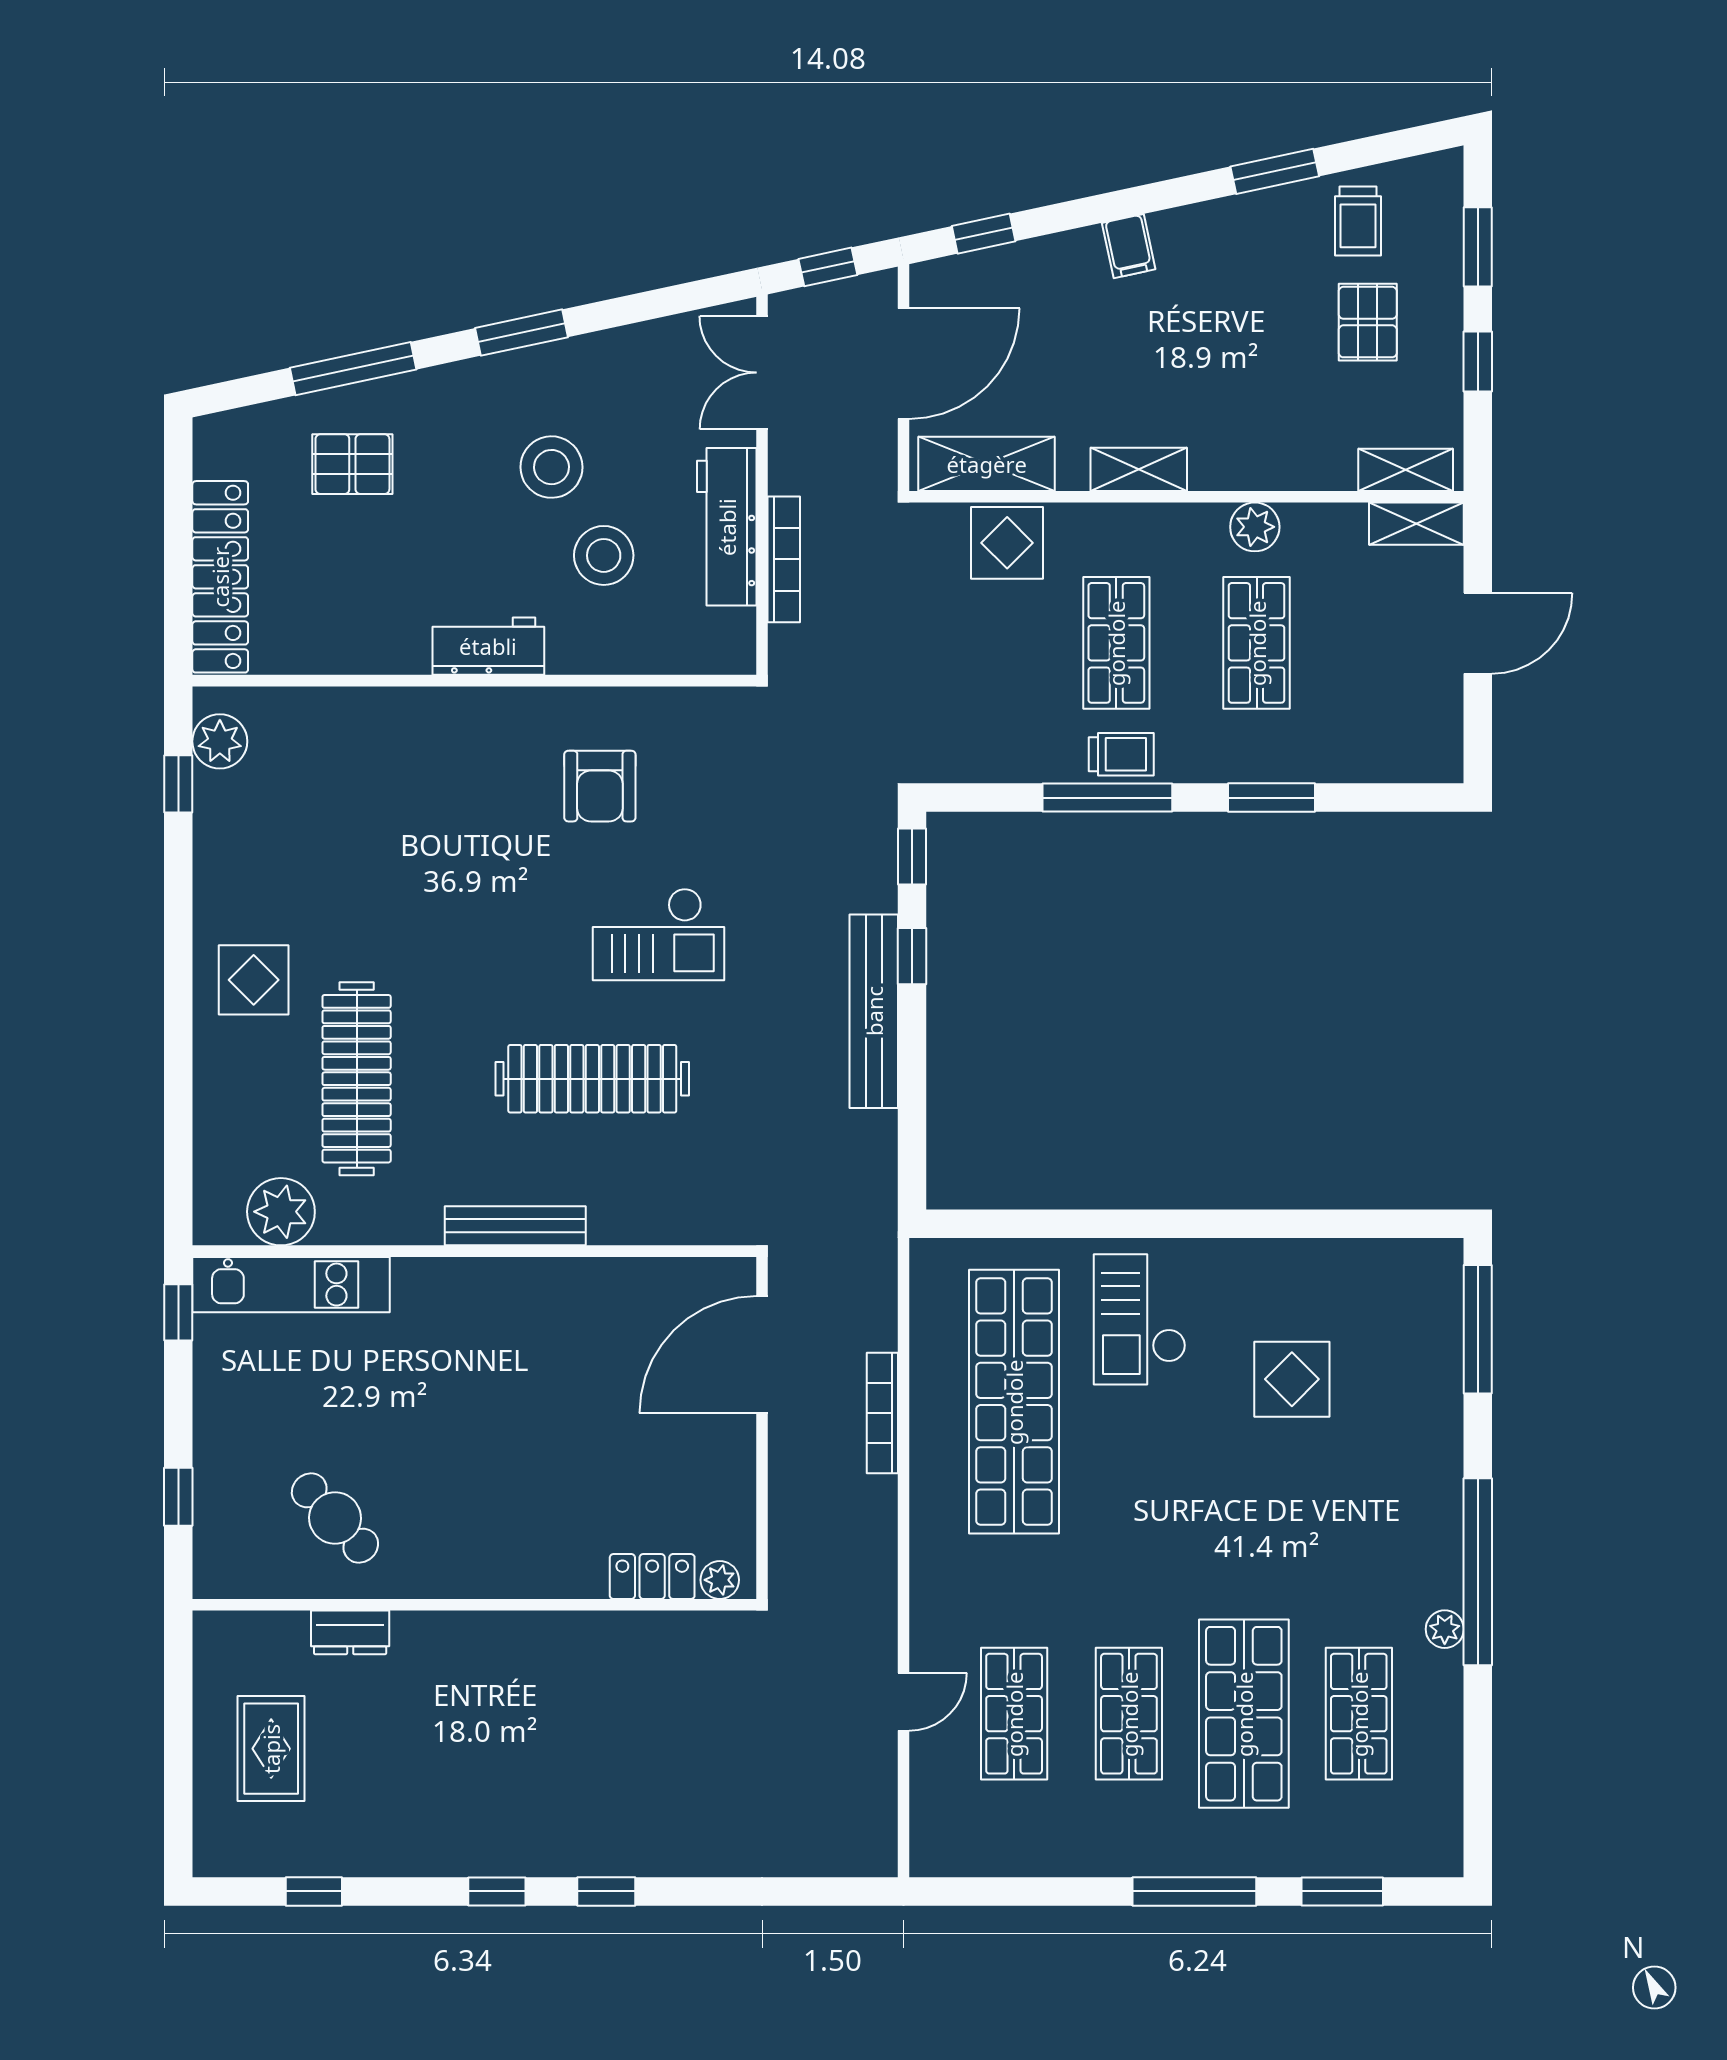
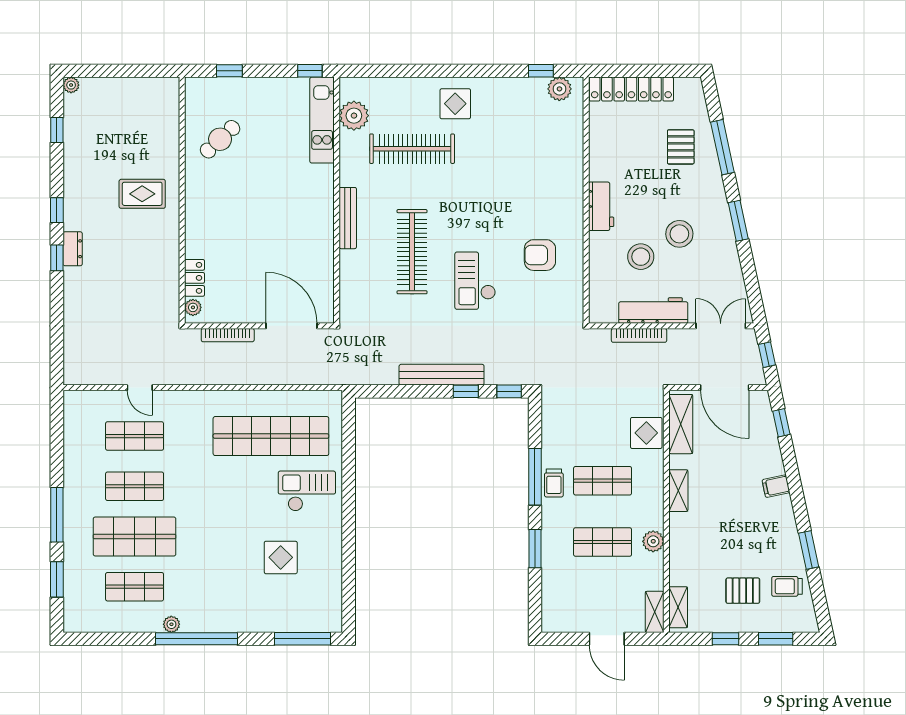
bookcase: (882, 1413) -> (228, 335), moved, turned 180
dresser: (350, 1632) -> (73, 249), moved, turned 180
rug: (271, 1749) -> (142, 194), moved
plant: (211, 1859) -> (71, 85), added

